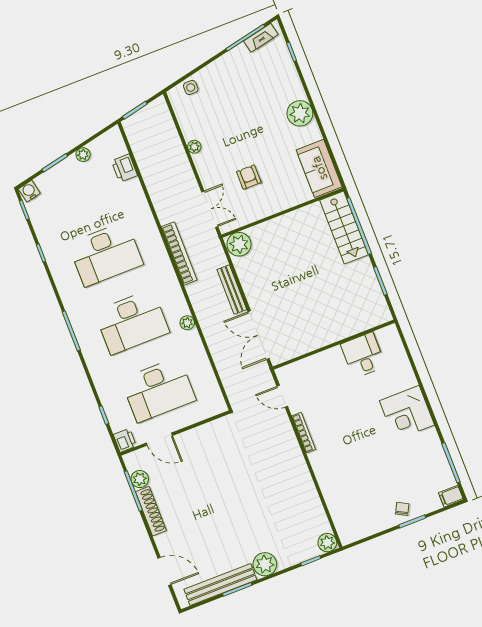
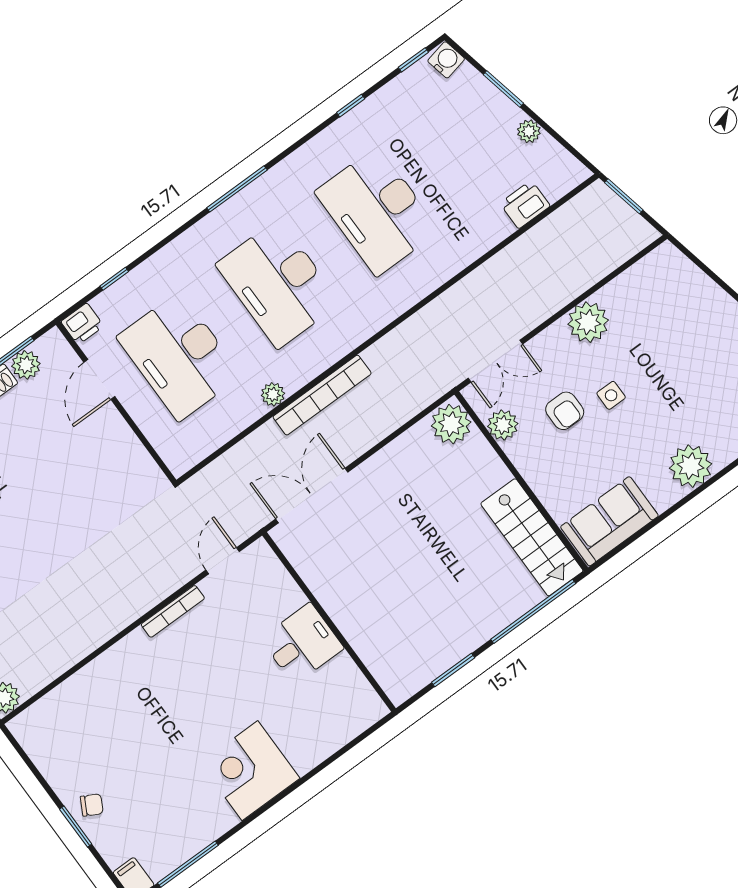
side table: (191, 88) -> (611, 395), moved
plant: (194, 147) -> (588, 322), width x1.88, depth x1.88
armchair: (249, 177) -> (565, 411), turned 90
plant: (247, 215) -> (503, 425), added
stairs: (344, 228) -> (532, 537), moved, turned -90
bookcase: (179, 253) -> (322, 395), moved
bench: (232, 289) -> (374, 432), removed
plant: (187, 323) -> (273, 394), moved
desk: (363, 355) -> (302, 643), moved

